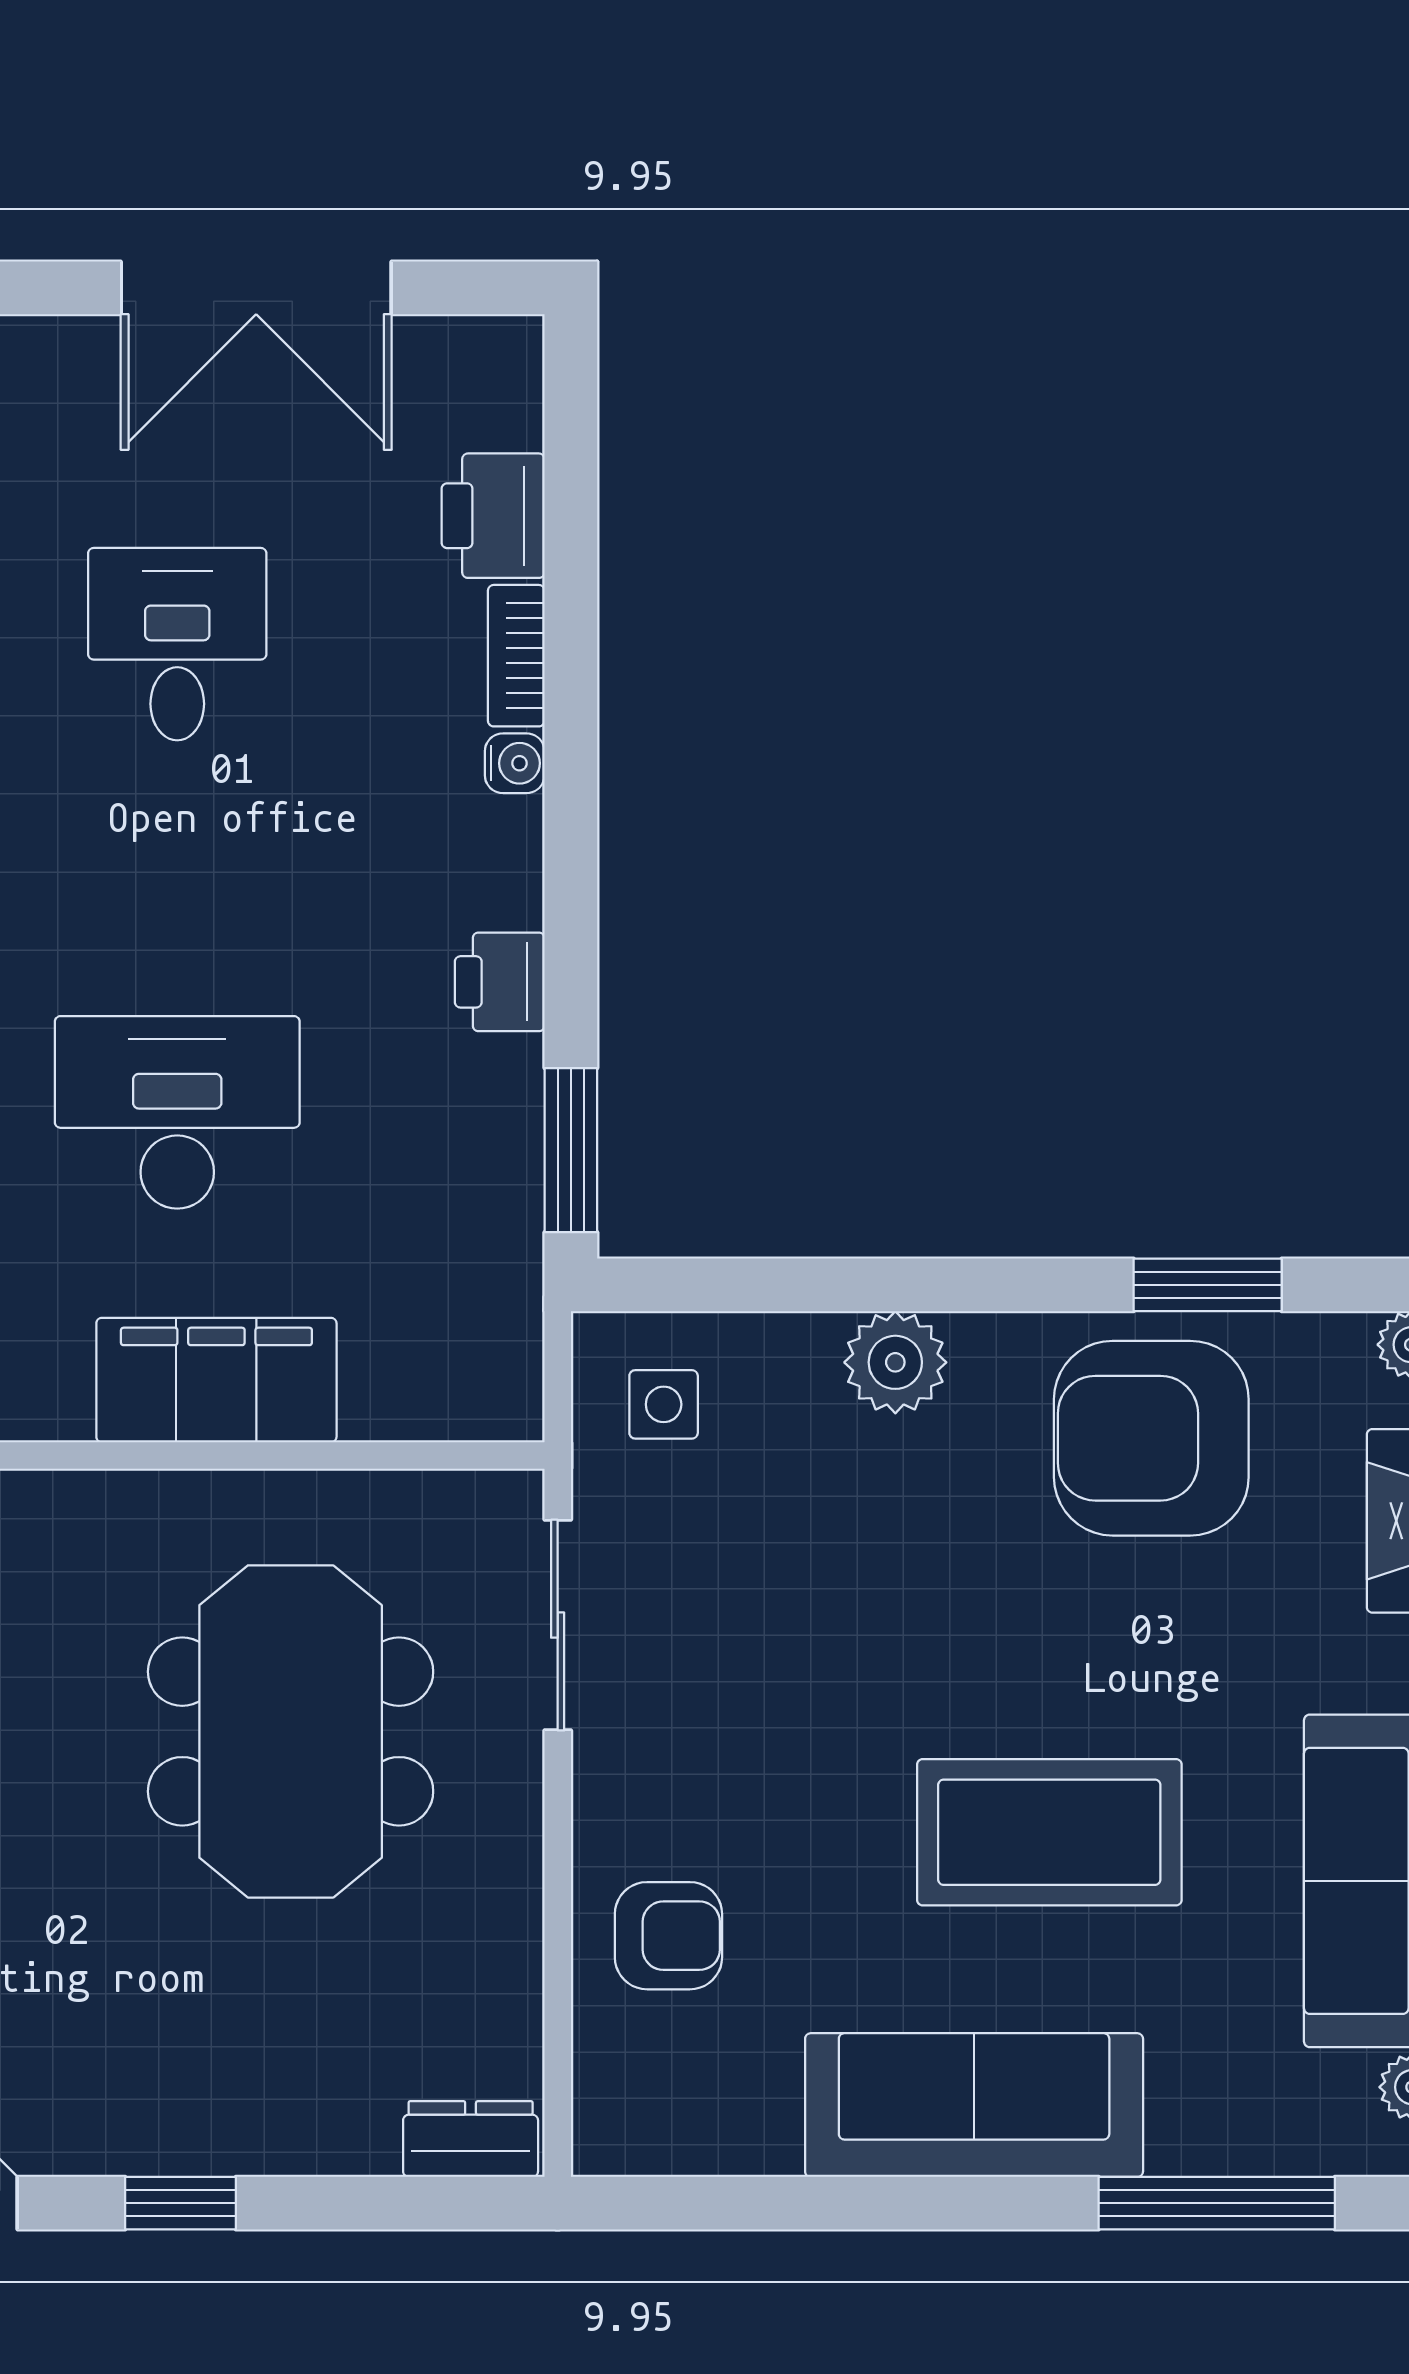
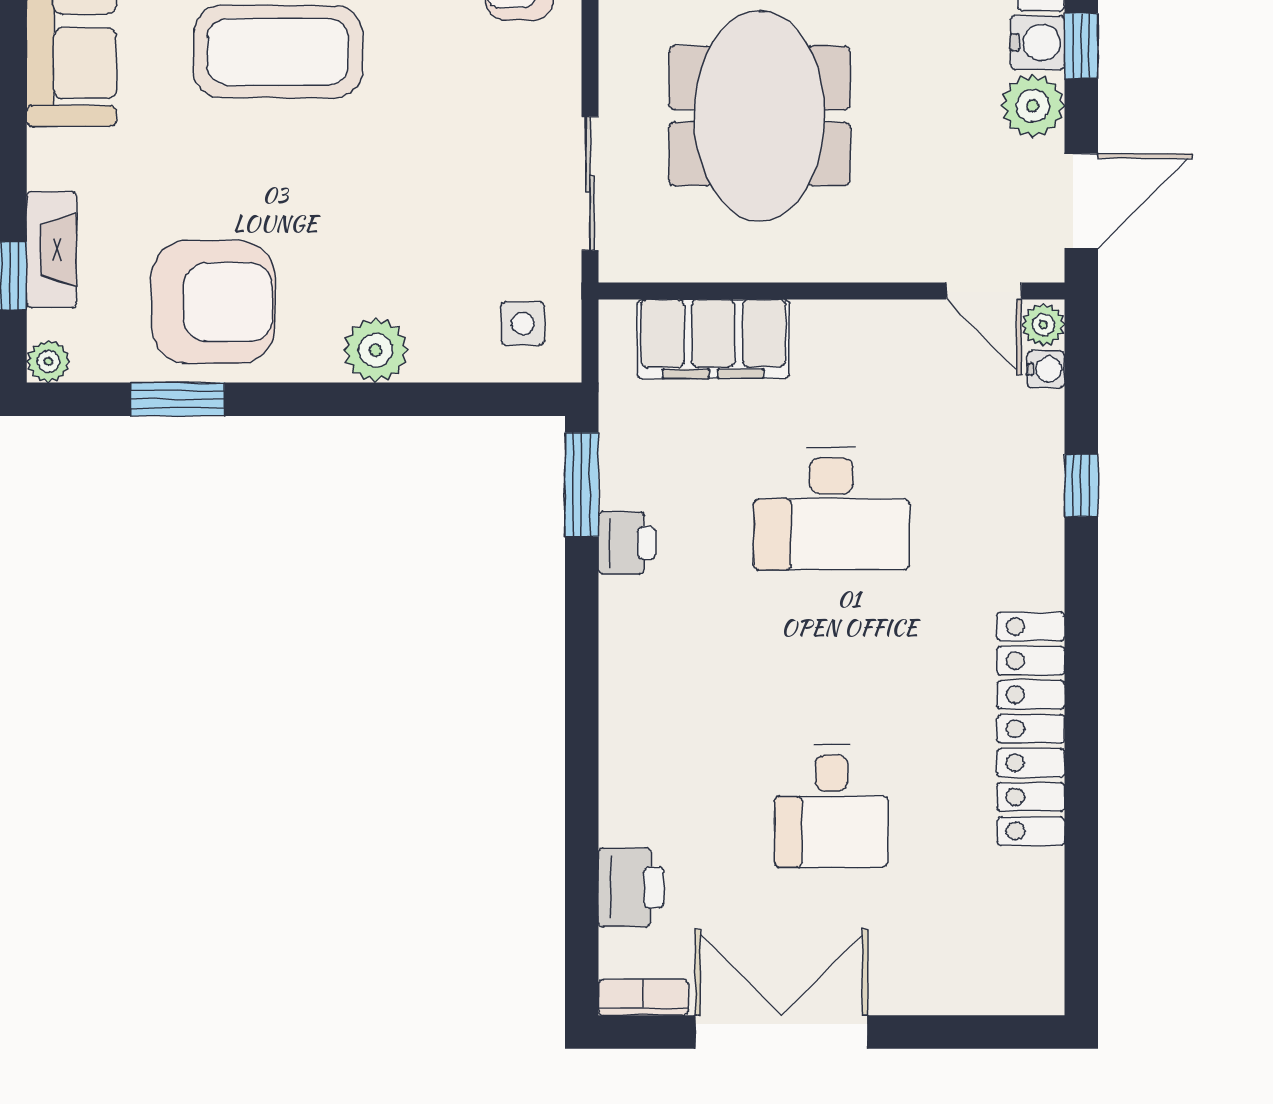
bookcase: (516, 656) -> (643, 997), moved, turned -90
water cooler: (515, 763) -> (617, 730), removed
printer: (500, 982) -> (627, 543), moved
filing cabinet: (216, 1380) -> (713, 339), moved

